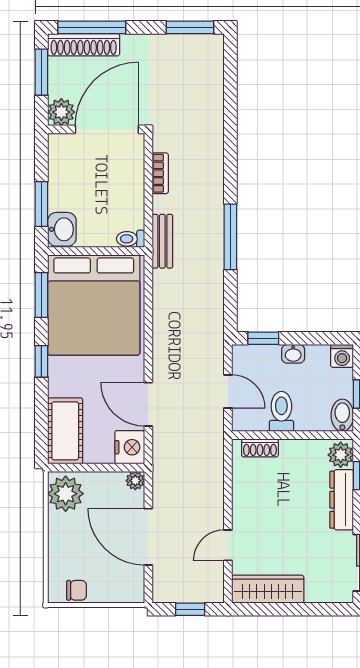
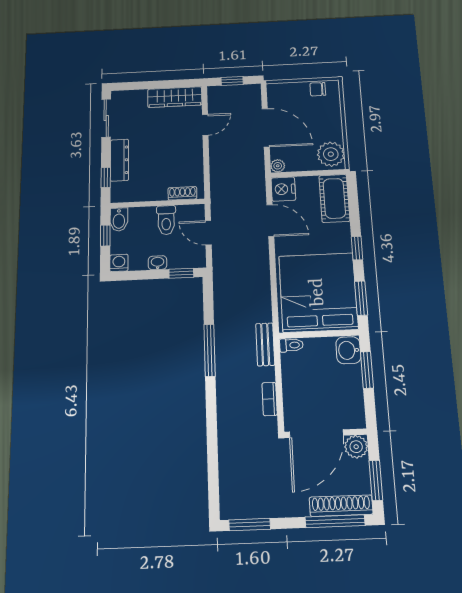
plant: (341, 455) -> (120, 191), removed

